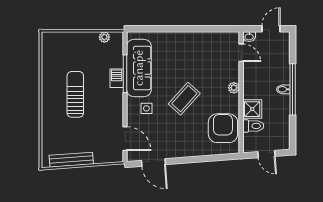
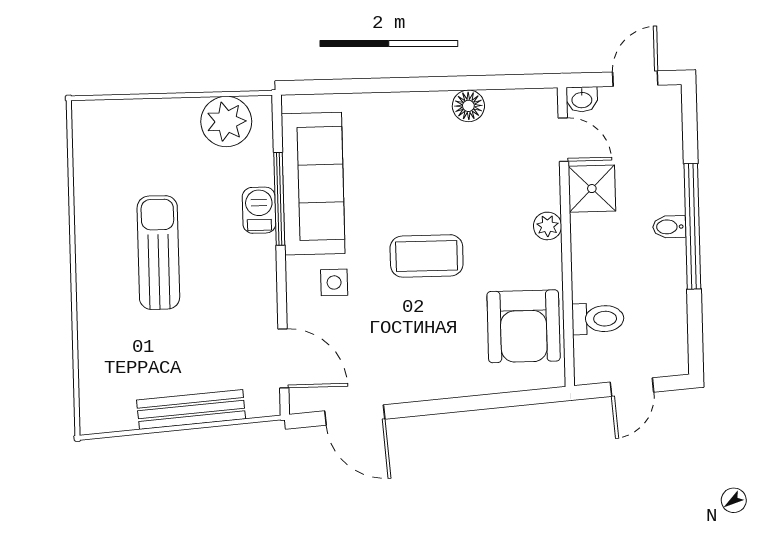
plant: (104, 37) -> (226, 122), width x1.88, depth x1.88
floor lamp: (203, 38) -> (468, 106), added
coffee table: (184, 99) -> (427, 256), turned 48
shower: (252, 109) -> (592, 189), moved
armchair: (223, 128) -> (524, 326), turned 180
door: (266, 154) -> (632, 387), hinge flipped
bench: (71, 160) -> (191, 409), moved

